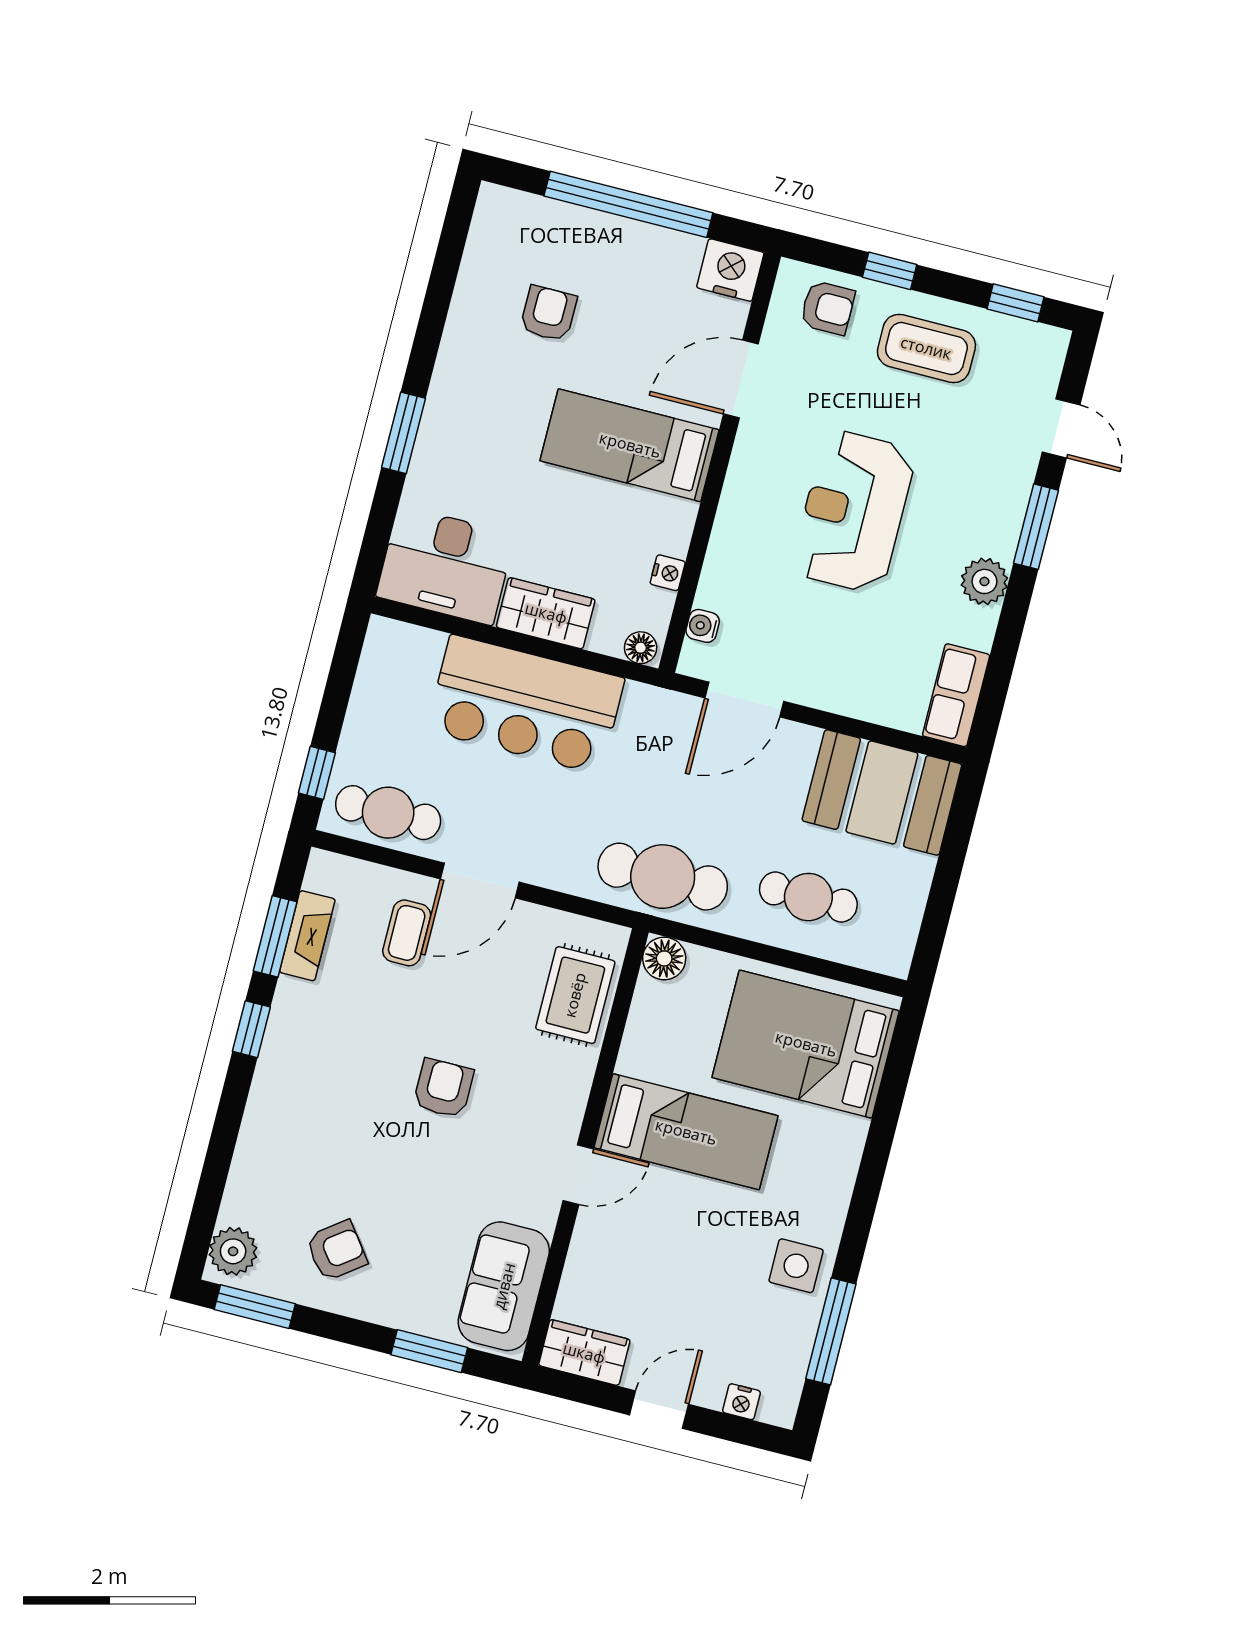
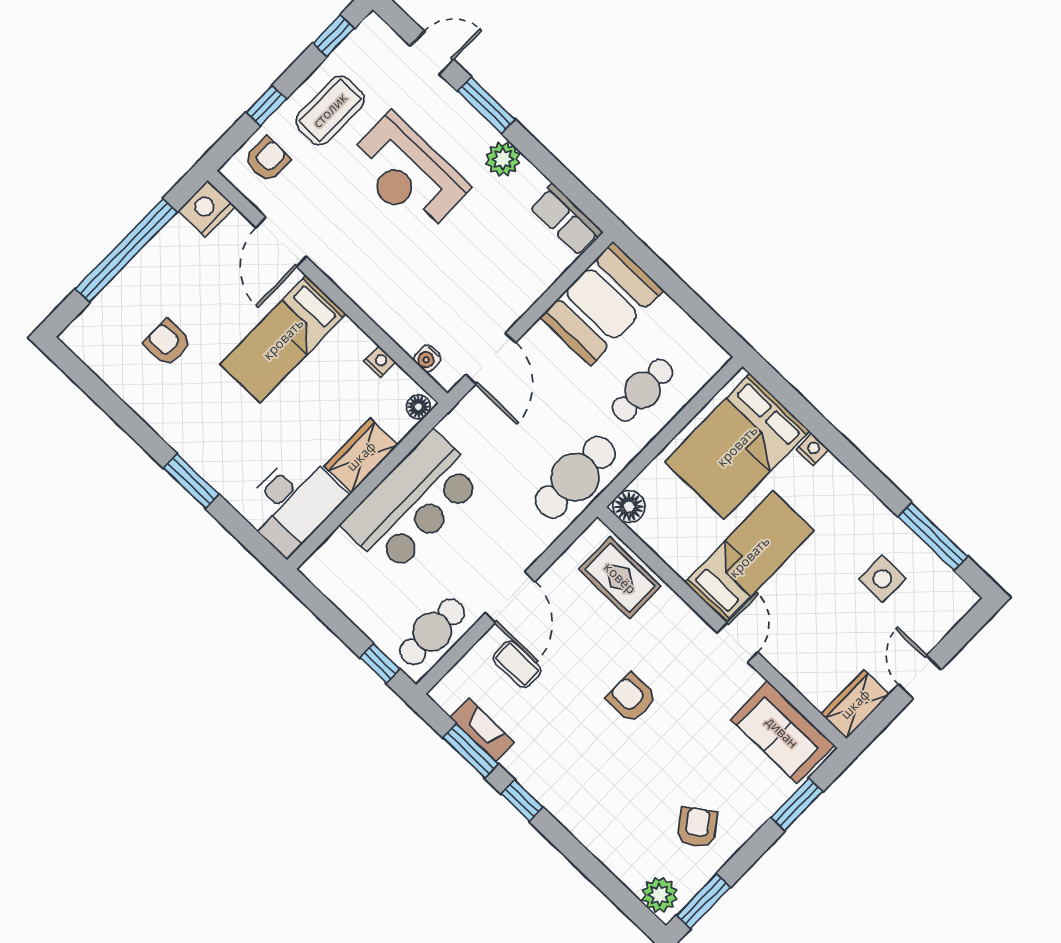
reception desk: (854, 511) -> (407, 174), moved
side table: (796, 1266) -> (882, 579), moved
nightstand: (742, 1402) -> (812, 449), moved, turned -90

